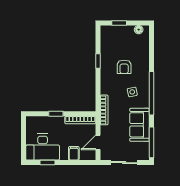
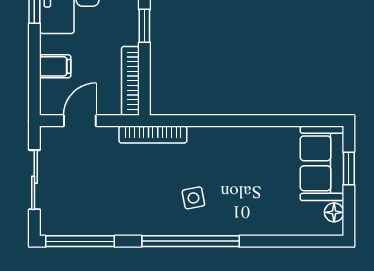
window: (98, 61) -> (263, 121), removed
armchair: (124, 67) -> (250, 180), removed
sofa: (140, 125) -> (322, 163), moved, turned -90
door: (98, 142) -> (80, 121), hinge flipped

